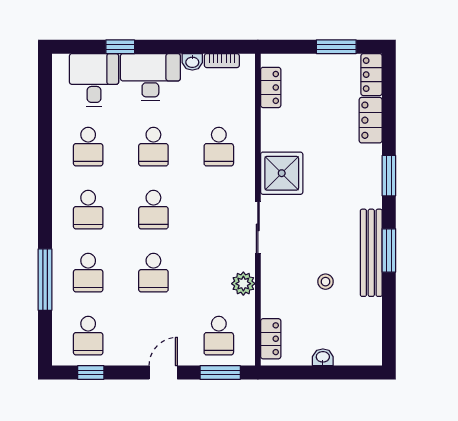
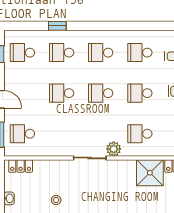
shower: (282, 173) -> (150, 173), moved
window: (45, 280) -> (57, 26), width x0.46
plant: (243, 284) -> (114, 149), moved

